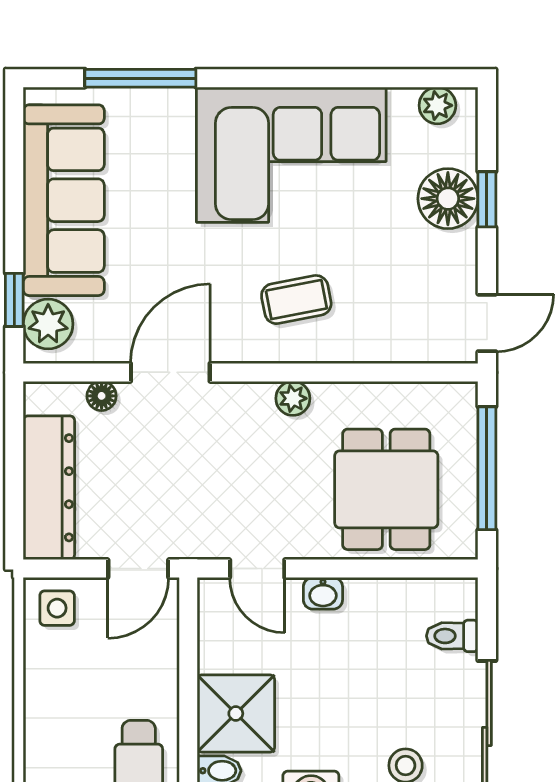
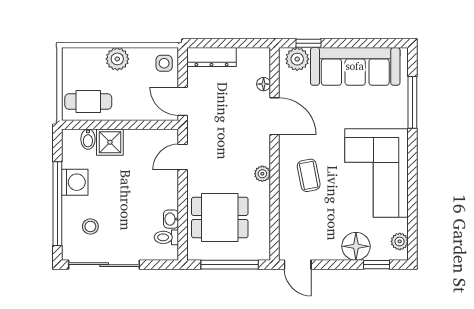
window: (487, 199) -> (377, 265), moved
dresser: (49, 488) -> (211, 57), width x0.73, depth x0.80
washbasin: (323, 593) -> (171, 219), moved
toilet: (452, 636) -> (166, 237), moved, turned -90
plant: (48, 708) -> (117, 59), added
shower: (236, 714) -> (110, 142), width x0.73, depth x0.73

